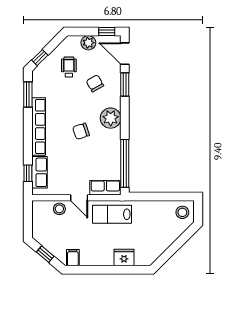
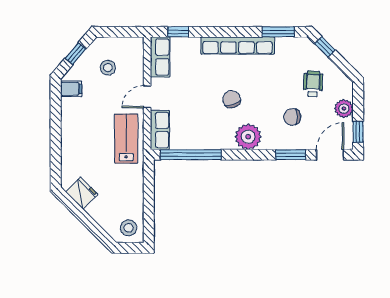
wheelchair: (69, 67) -> (313, 84), turned -87
chair: (95, 83) -> (292, 117), turned -150
row of seats: (39, 172) -> (160, 57), moved, turned -90
stool: (59, 209) -> (108, 68), moved
fridge: (124, 257) -> (82, 193), moved, turned -45

